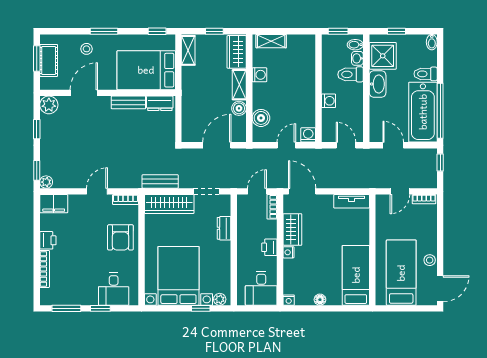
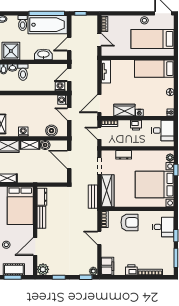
washbasin: (378, 84) -> (43, 54), moved
door: (84, 93) -> (35, 246), hinge flipped
washing machine: (328, 101) -> (60, 86), moved

